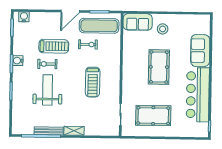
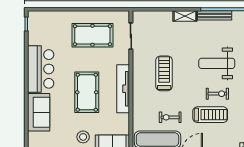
treadmill: (54, 46) -> (210, 115), turned 180
tv unit: (128, 70) -> (123, 89), added
weight bench: (48, 90) -> (217, 63), turned 90
bar counter: (198, 95) -> (41, 69), width x0.73

